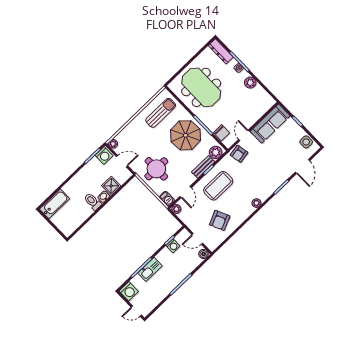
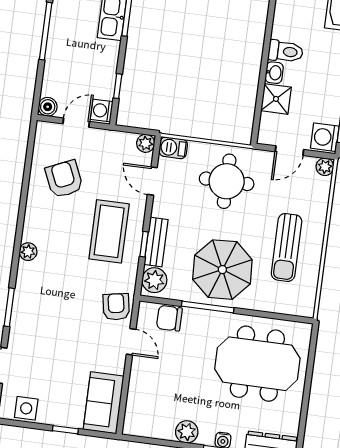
sun lounger: (161, 113) -> (287, 247), moved
sofa: (270, 124) -> (104, 403), width x0.73
washing machine: (173, 246) -> (102, 111), moved

